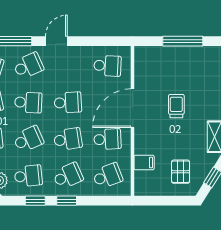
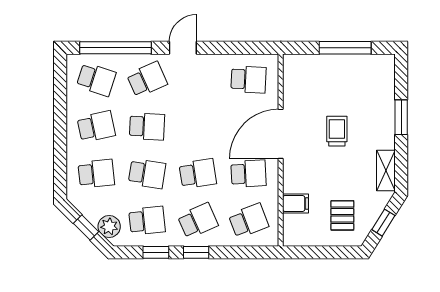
school desk: (68, 102) -> (198, 127), removed
school desk: (28, 139) -> (147, 174), turned 33

